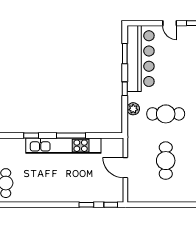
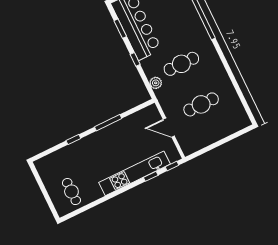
plant: (133, 109) -> (156, 83), moved
kitchen unit: (63, 146) -> (135, 173), moved, turned 180
cafe table: (166, 161) -> (201, 104), turned 90

